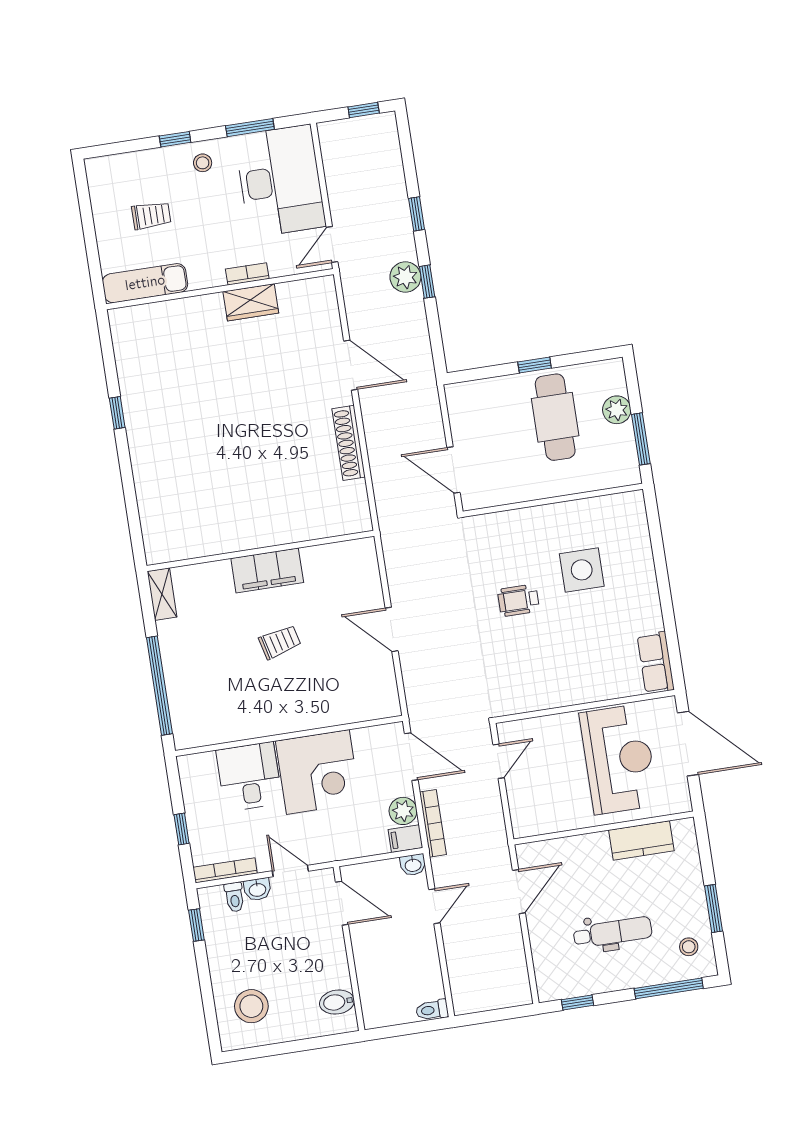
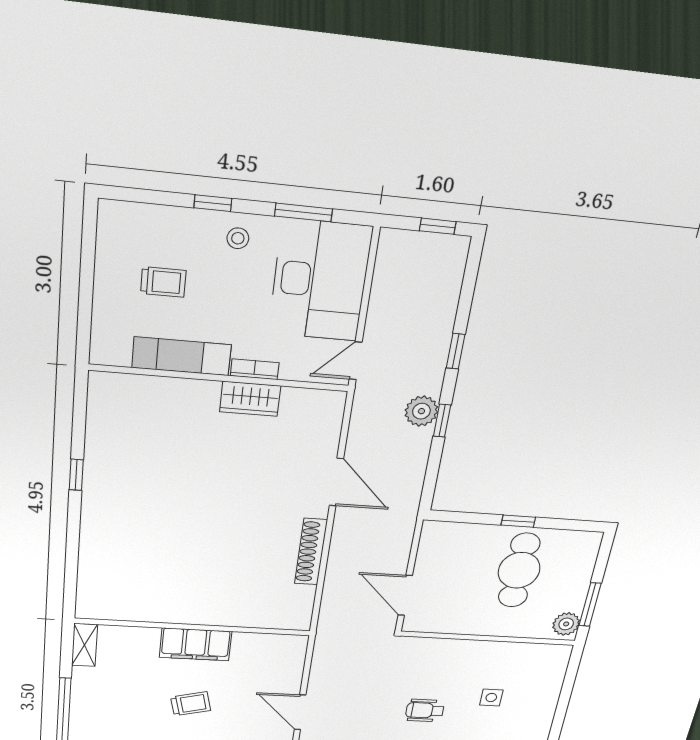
exam couch: (145, 283) -> (182, 356), moved
plant: (617, 410) -> (566, 624), moved
side table: (582, 570) -> (491, 698), width x0.54, depth x0.54

